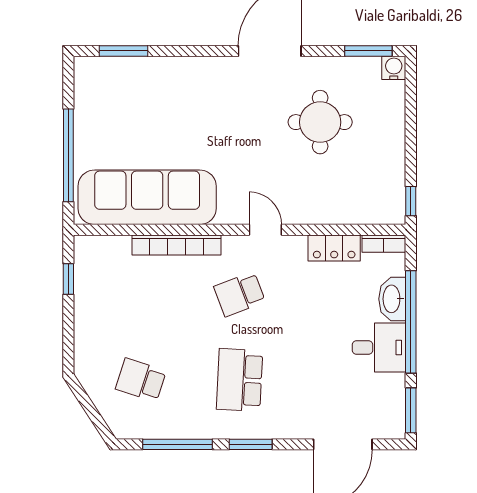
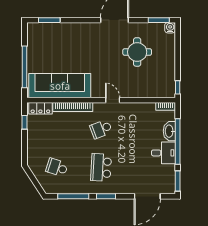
locker: (334, 248) -> (40, 108), moved

